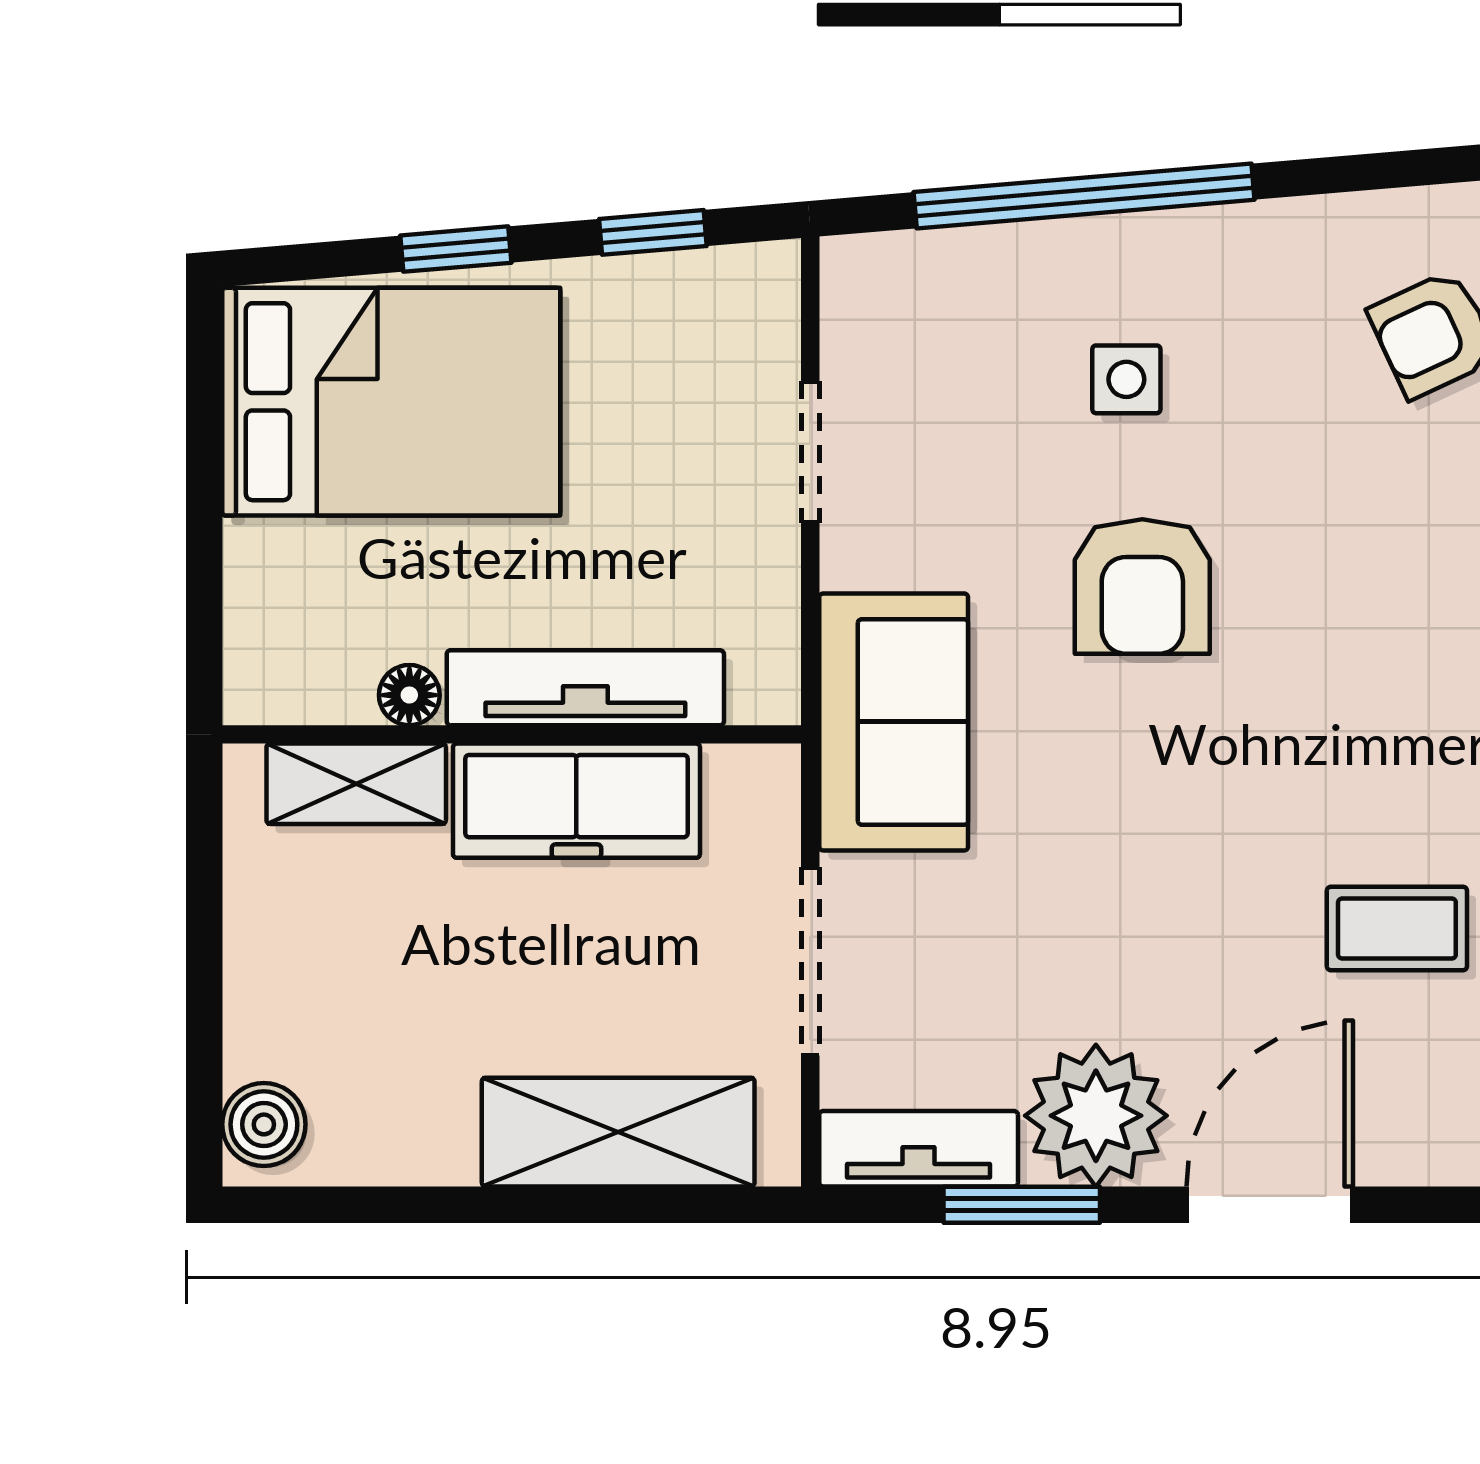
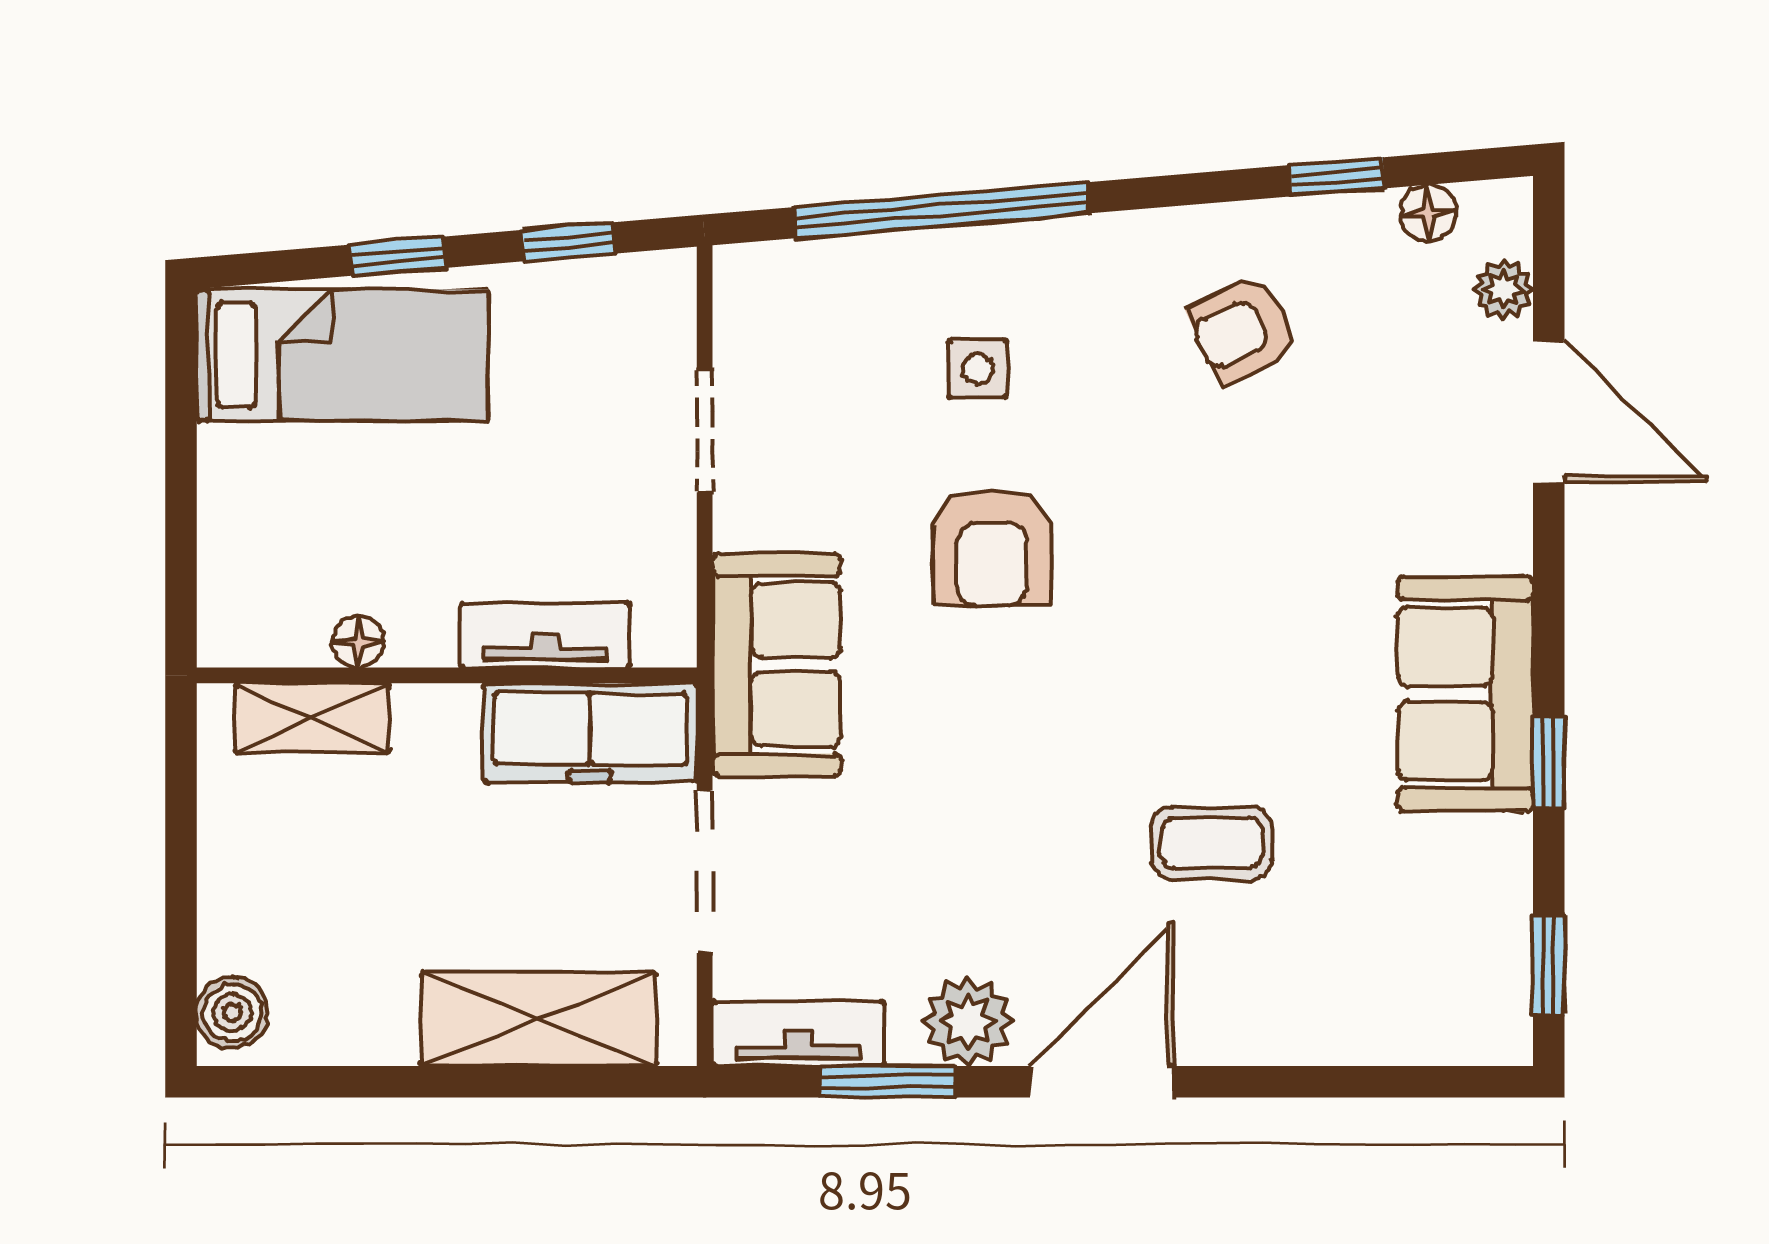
bed: (391, 402) -> (343, 355), width x0.67
tv unit: (585, 688) -> (545, 635), width x0.71
freezer: (576, 801) -> (590, 733), moved
plant: (1096, 1116) -> (968, 1021), width x0.73, depth x0.73

